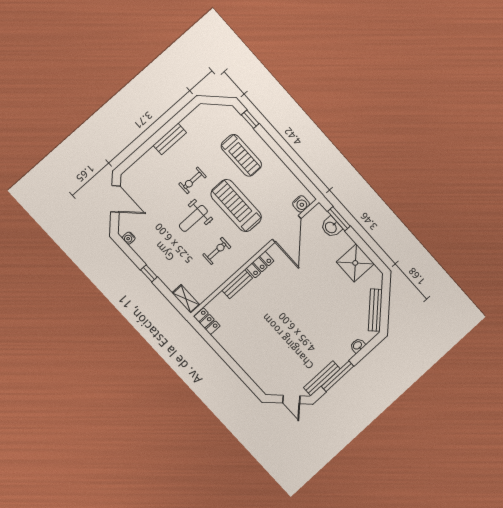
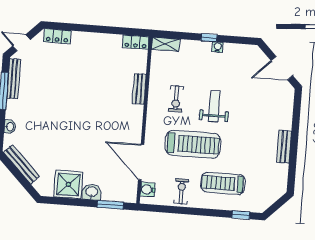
exercise bike: (193, 180) -> (181, 191), moved
washbasin: (331, 227) -> (92, 192), moved
water cooler: (129, 238) -> (218, 47), moved
locker: (260, 264) -> (57, 36), moved, turned -90

